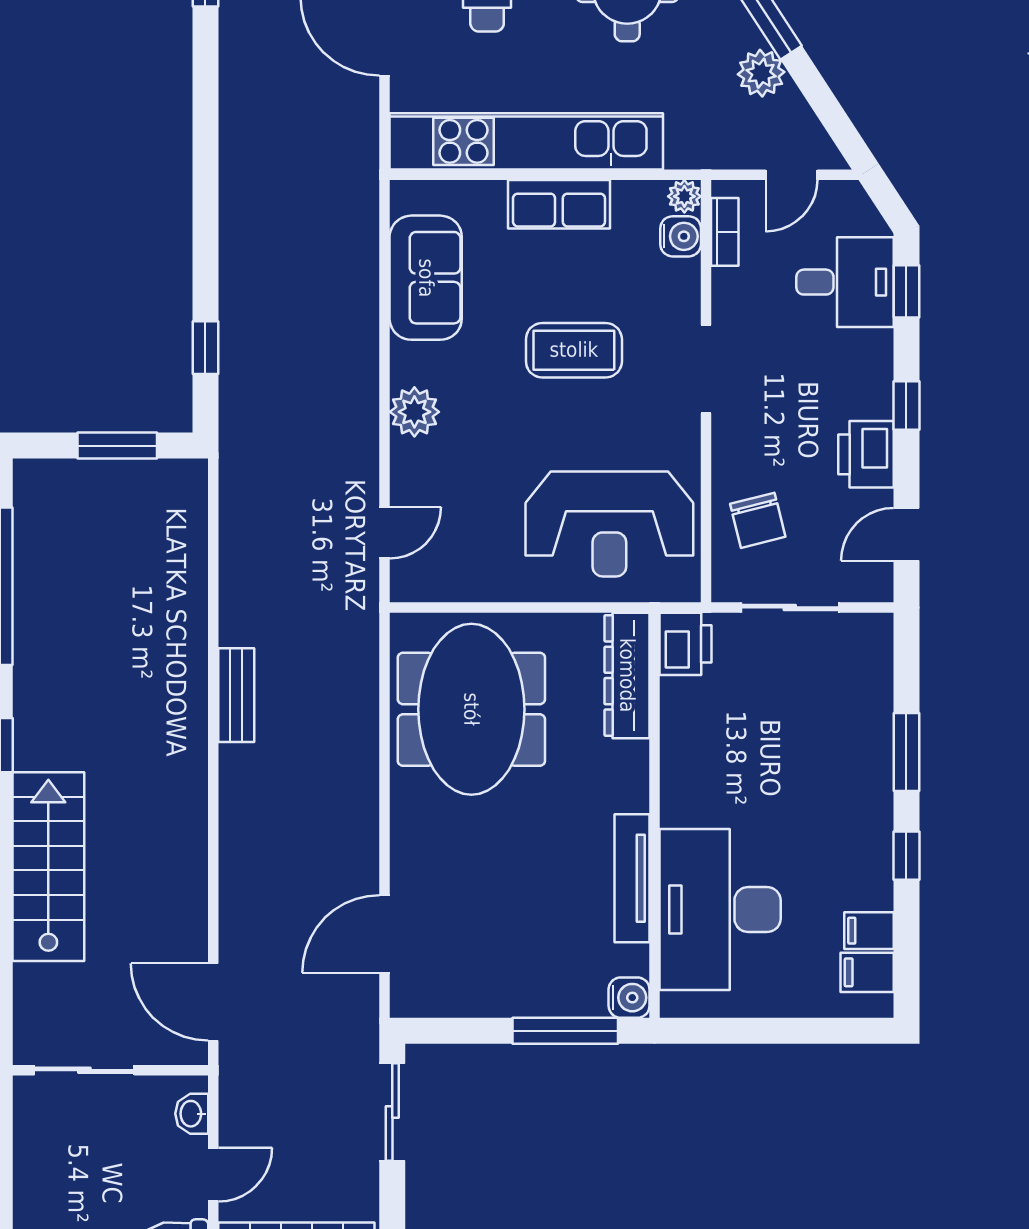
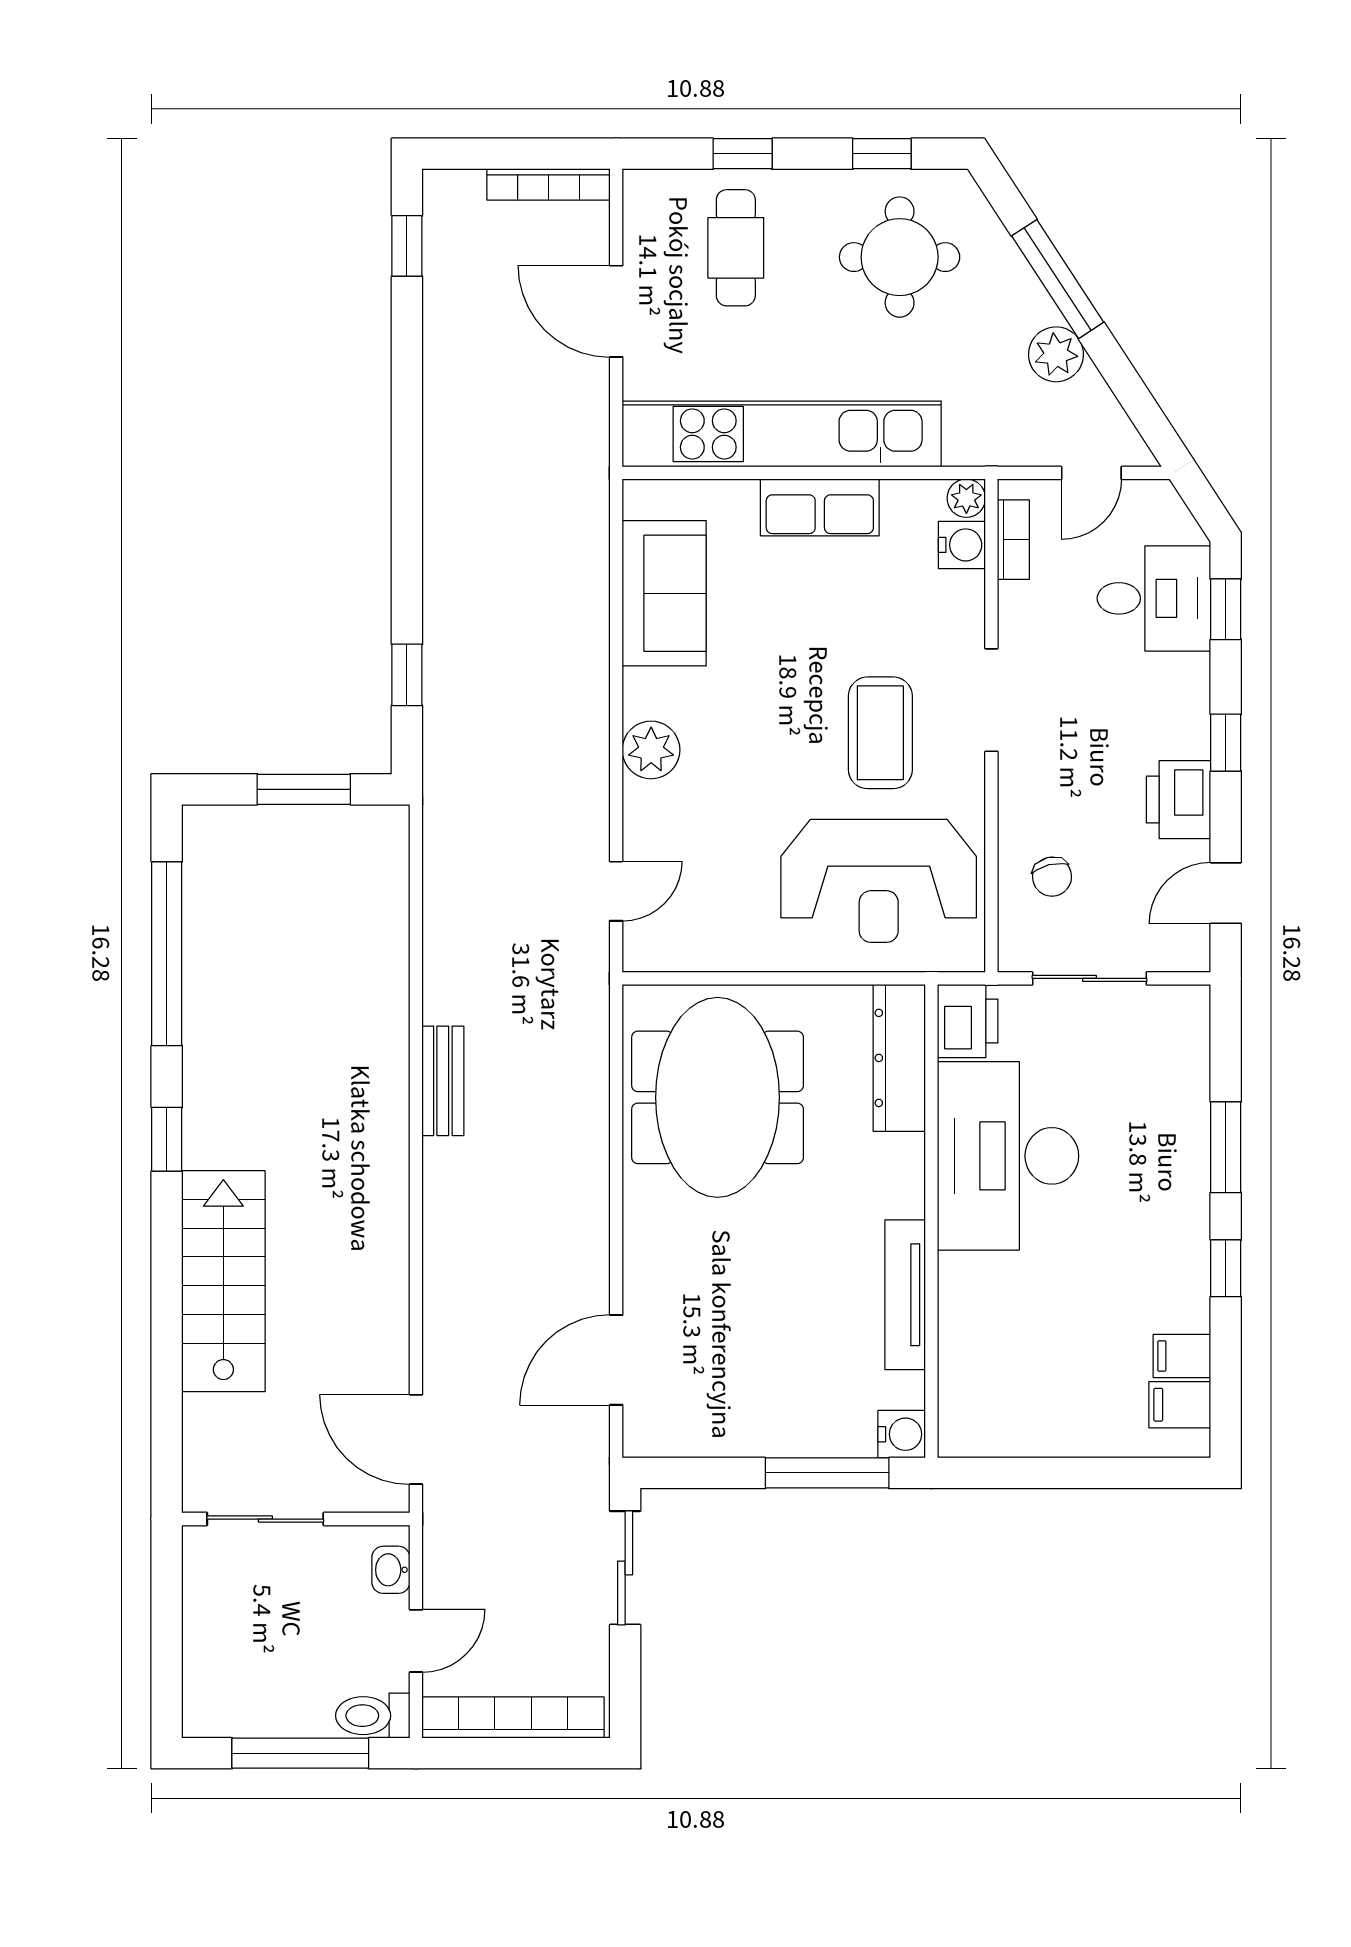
coffee table: (574, 350) -> (880, 733), moved, turned 90
chair: (758, 520) -> (1052, 877), width x0.73, depth x0.73
desk: (720, 910) -> (1008, 1156), moved

